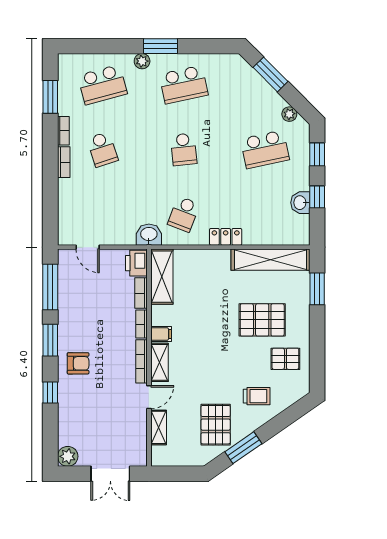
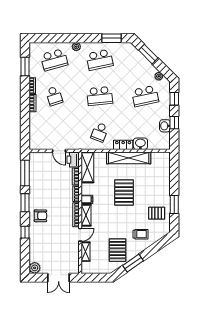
window: (161, 46) -> (111, 38), moved
school desk: (184, 149) -> (100, 96), width x1.85
washbasin: (149, 235) -> (140, 144), moved
door: (88, 247) -> (59, 151), moved
shelving: (270, 260) -> (129, 158), moved
window: (317, 289) -> (174, 205), moved
pallet: (262, 320) -> (124, 193), moved, turned 90

